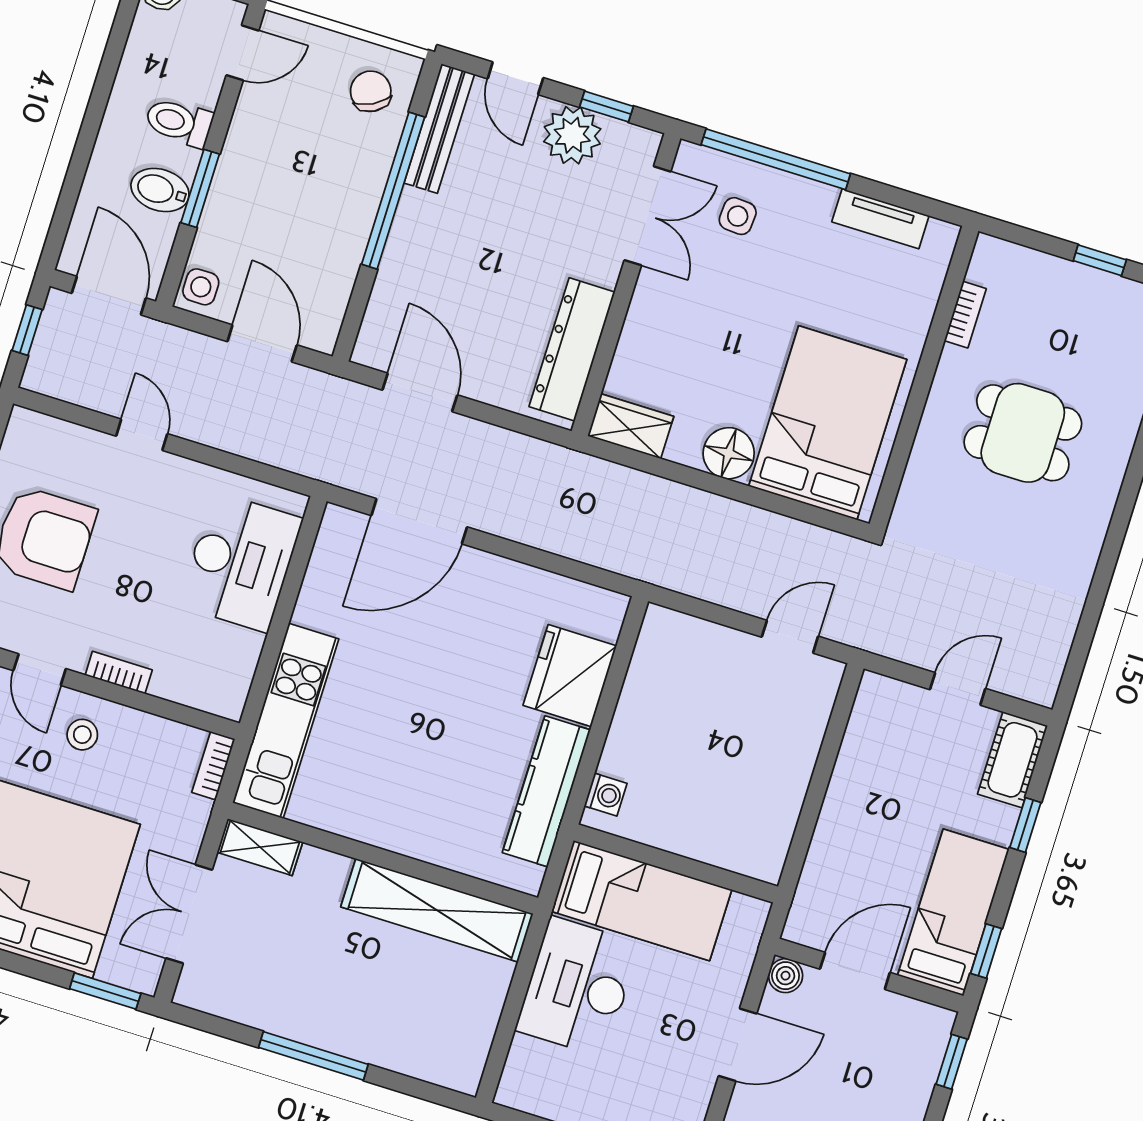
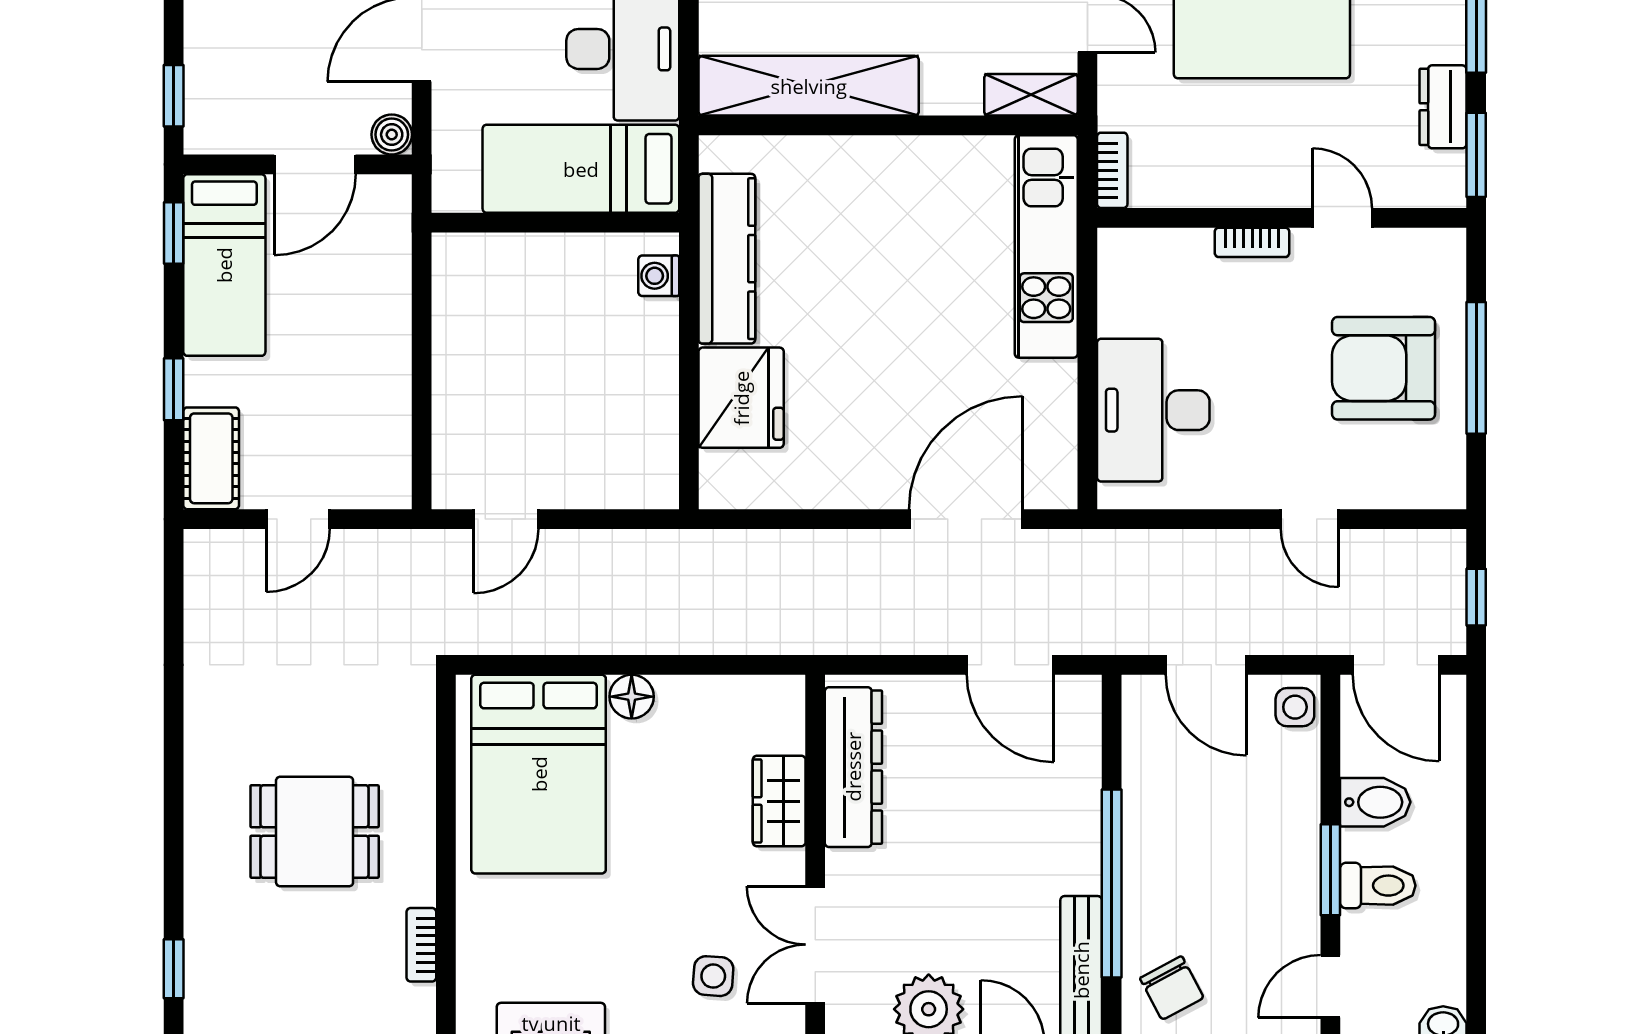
window: (200, 188) -> (1330, 870), moved
wardrobe: (631, 426) -> (779, 801), moved, turned 90
floor lamp: (729, 453) -> (632, 697), width x0.73, depth x0.73
stool: (82, 735) -> (1271, 159), removed

